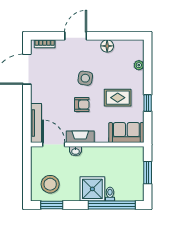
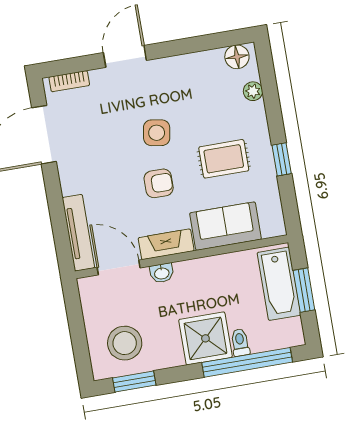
floor lamp: (107, 46) -> (237, 57), moved
sofa: (126, 133) -> (226, 226), moved
bathtub: (135, 167) -> (279, 284), added

